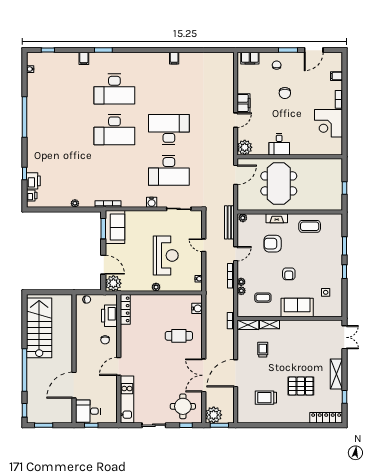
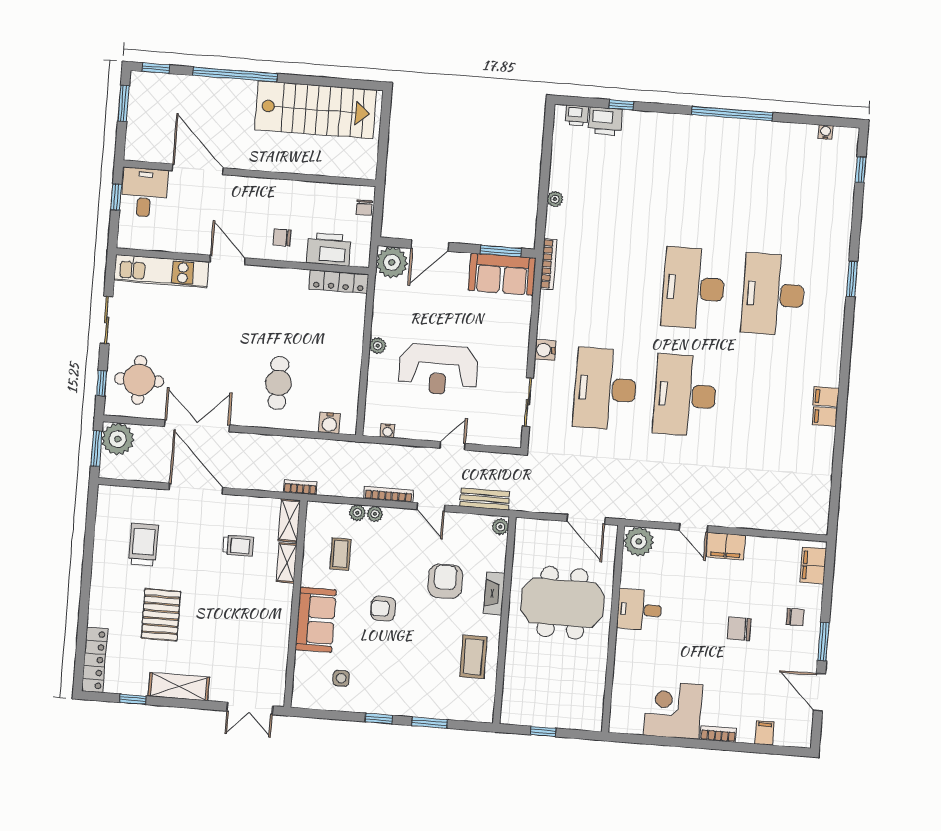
filing cabinet: (84, 58) -> (826, 397), moved
desk: (169, 130) -> (685, 395), turned 180
bench: (229, 222) -> (485, 499), width x0.73

